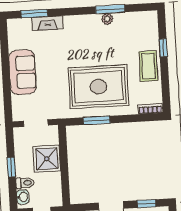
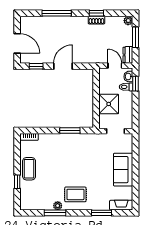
window: (34, 14) -> (101, 213), moved
fireplace: (48, 23) -> (121, 205), moved
rug: (98, 87) -> (75, 194), moved, width x0.54, depth x0.49
window: (11, 167) -> (136, 84), moved

